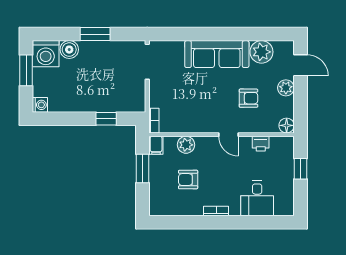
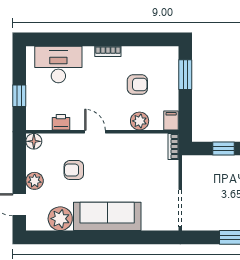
window: (143, 169) -> (185, 75), moved
desk: (257, 198) -> (58, 65), width x1.37

